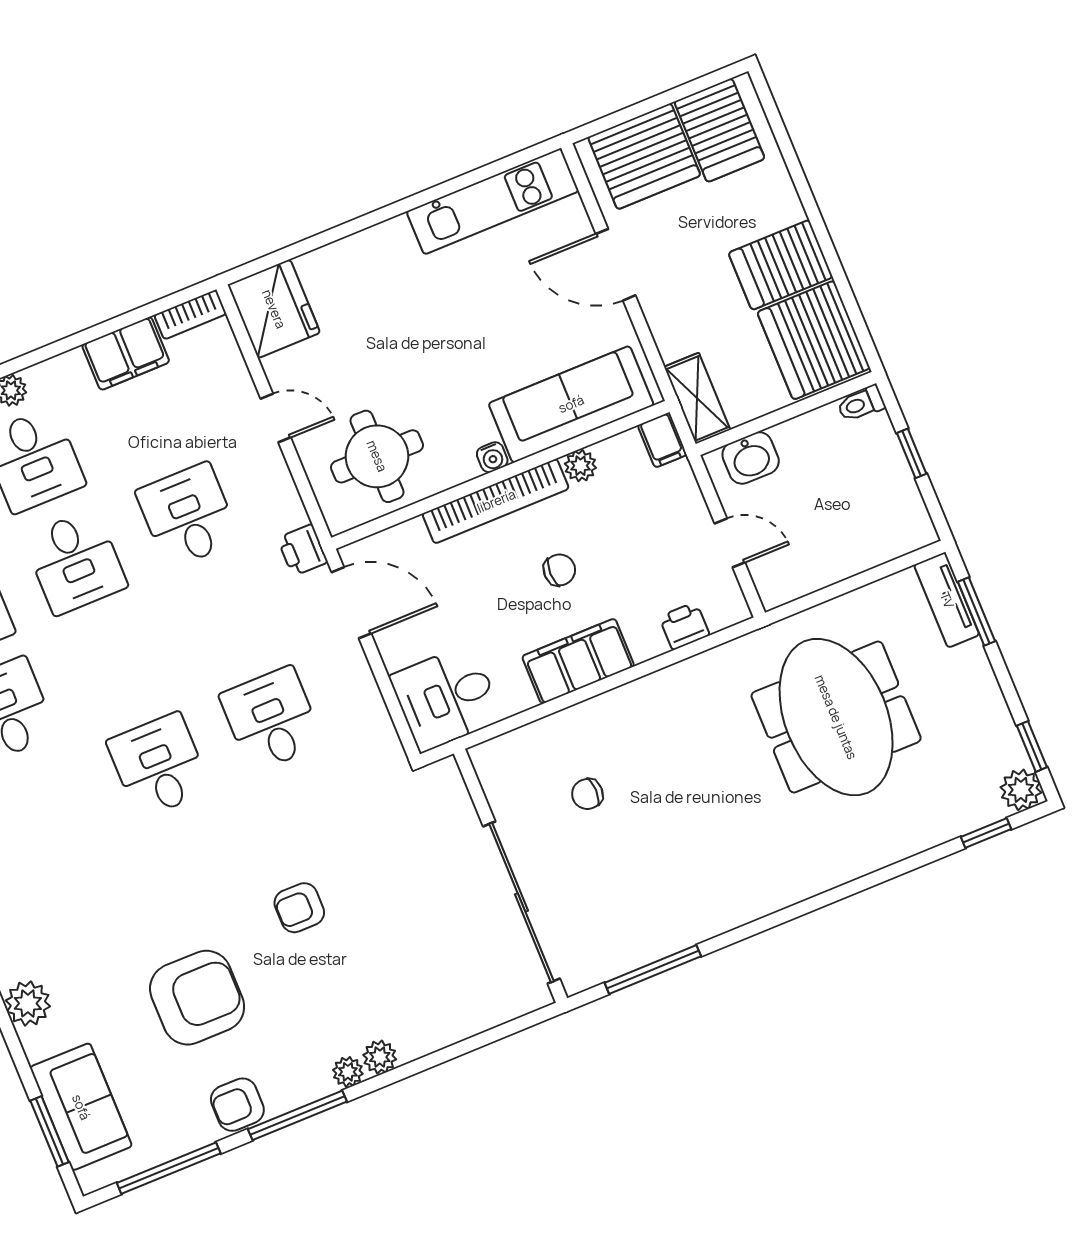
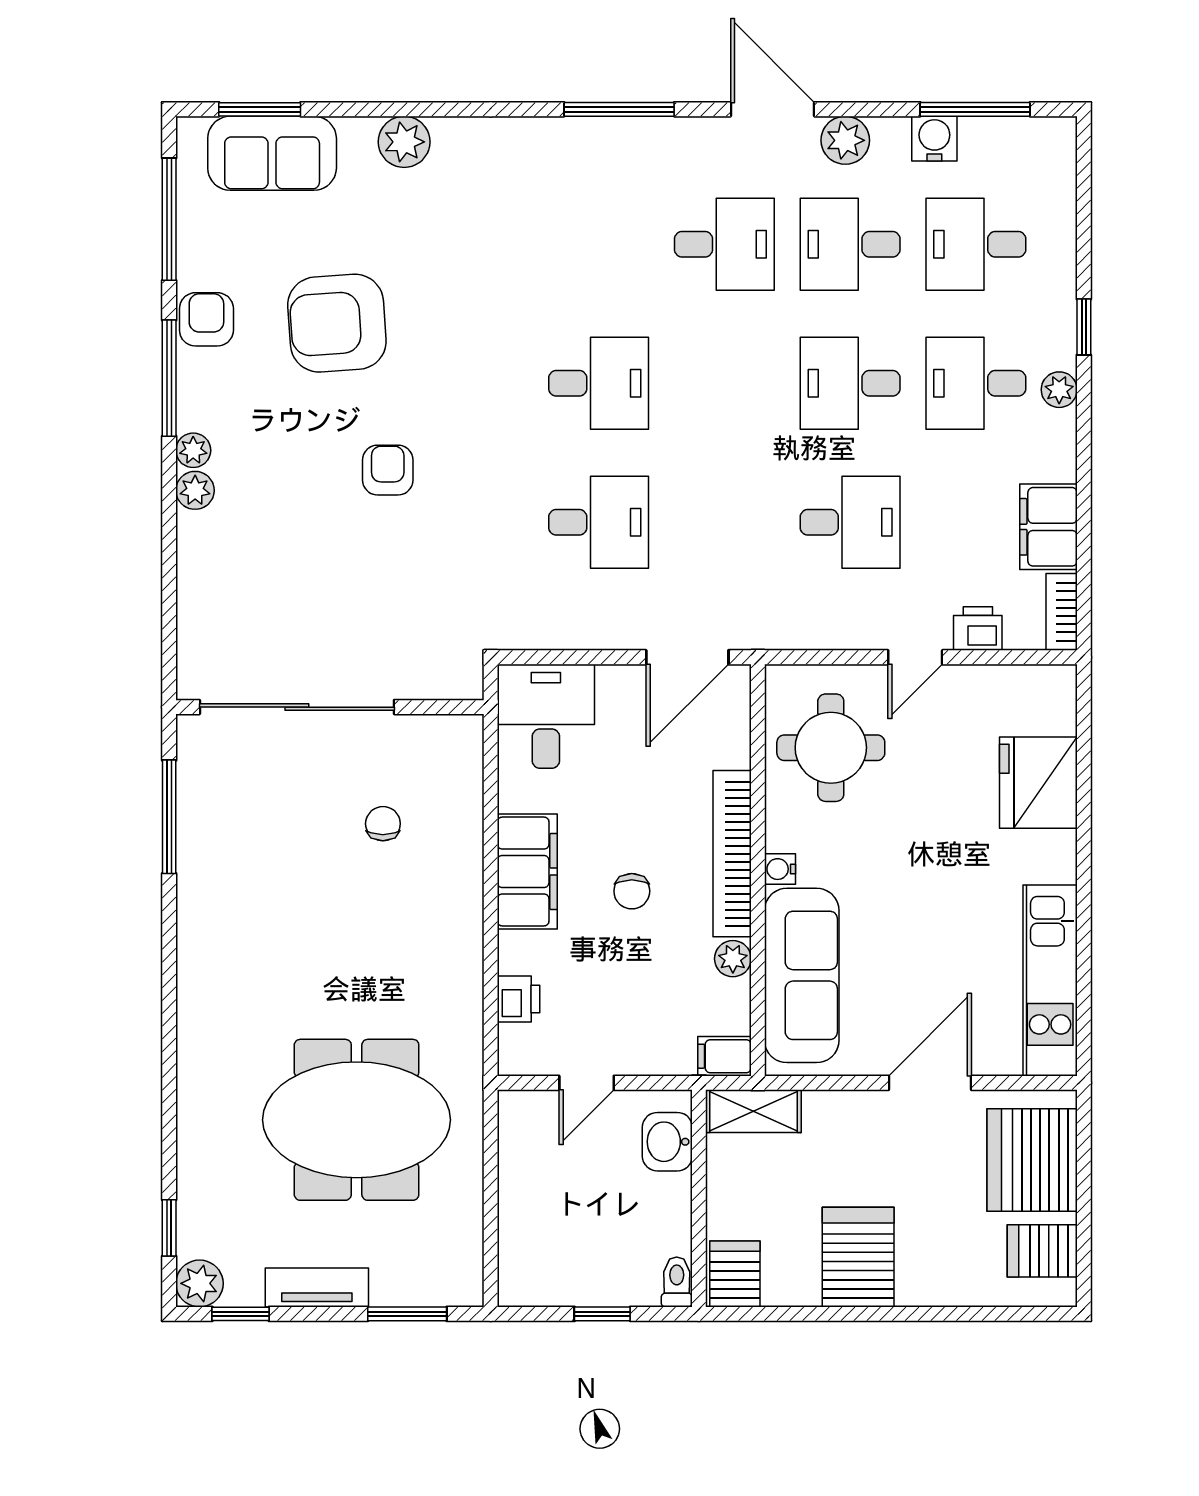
server rack: (719, 130) -> (1042, 1251), width x0.73, depth x0.70
fridge: (274, 309) -> (1038, 783), moved, turned 90
server rack: (814, 340) -> (735, 1274), width x0.46, depth x0.70
printer: (303, 550) -> (978, 629), moved
tv unit: (947, 600) -> (317, 1287), moved
armchair: (197, 998) -> (337, 323), turned 86

